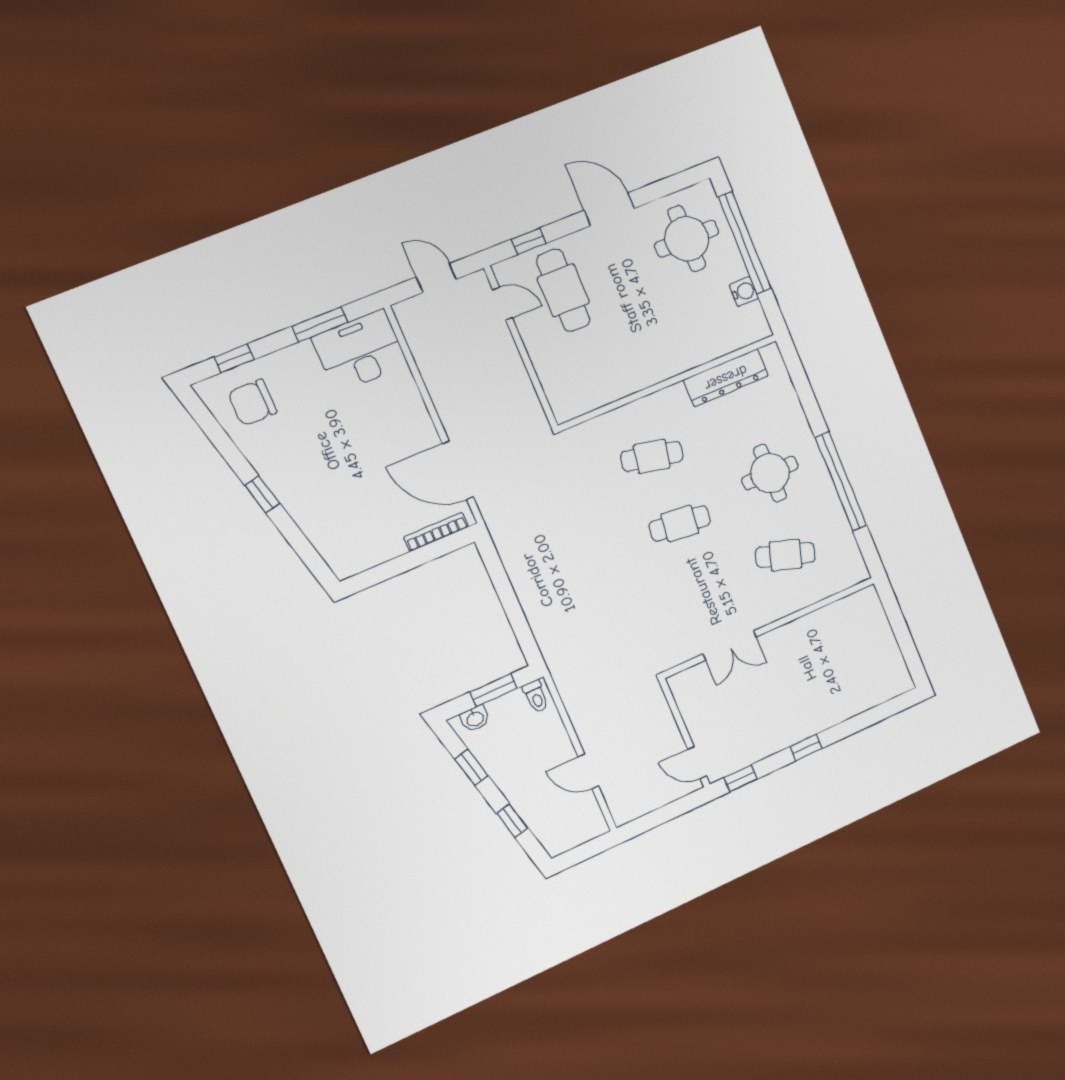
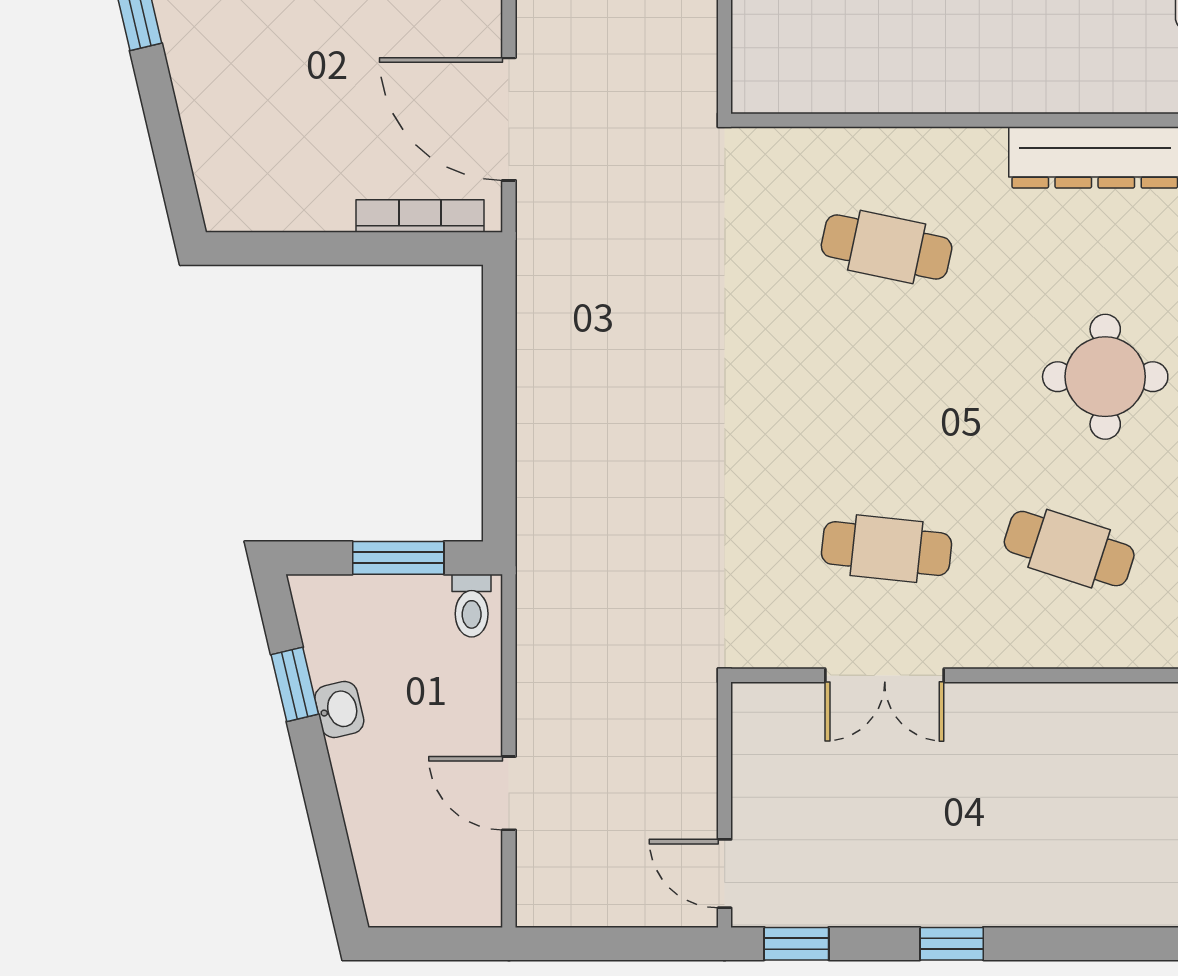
cafe table: (680, 523) -> (887, 549), moved
washbasin: (475, 719) -> (339, 710), moved, turned -103
window: (512, 821) -> (326, 820), removed

